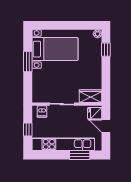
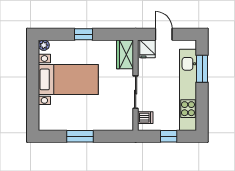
bed with nightstands: (55, 49) -> (68, 79), moved, turned 90
window: (106, 50) -> (84, 34), moved
door: (106, 126) -> (164, 34), swing flipped

